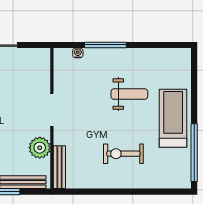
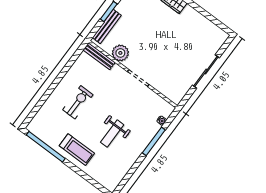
treadmill: (173, 118) -> (77, 150), width x0.73, depth x0.73

